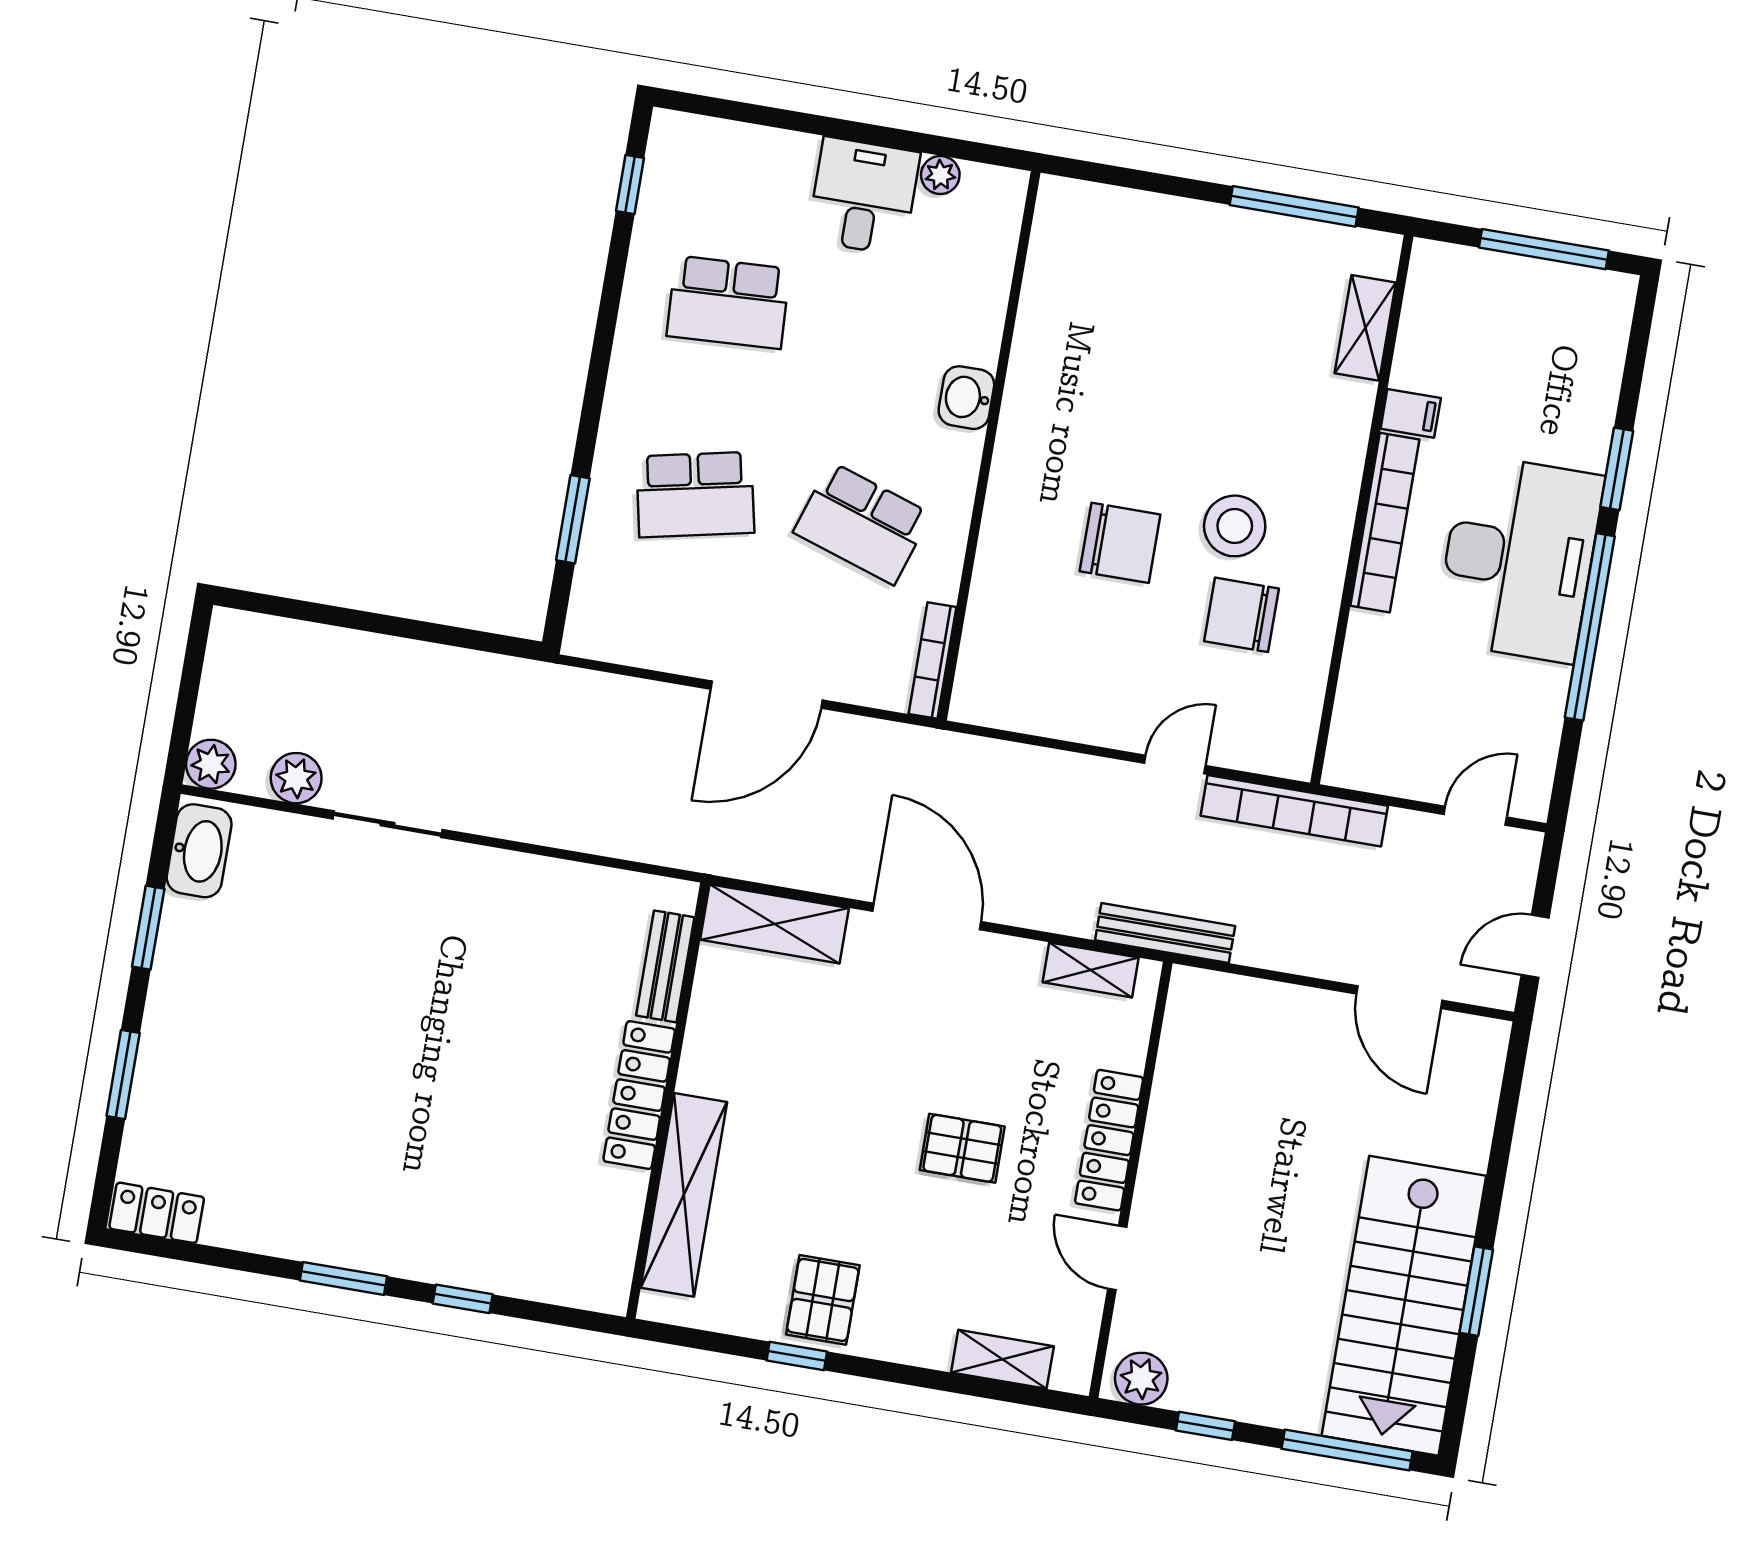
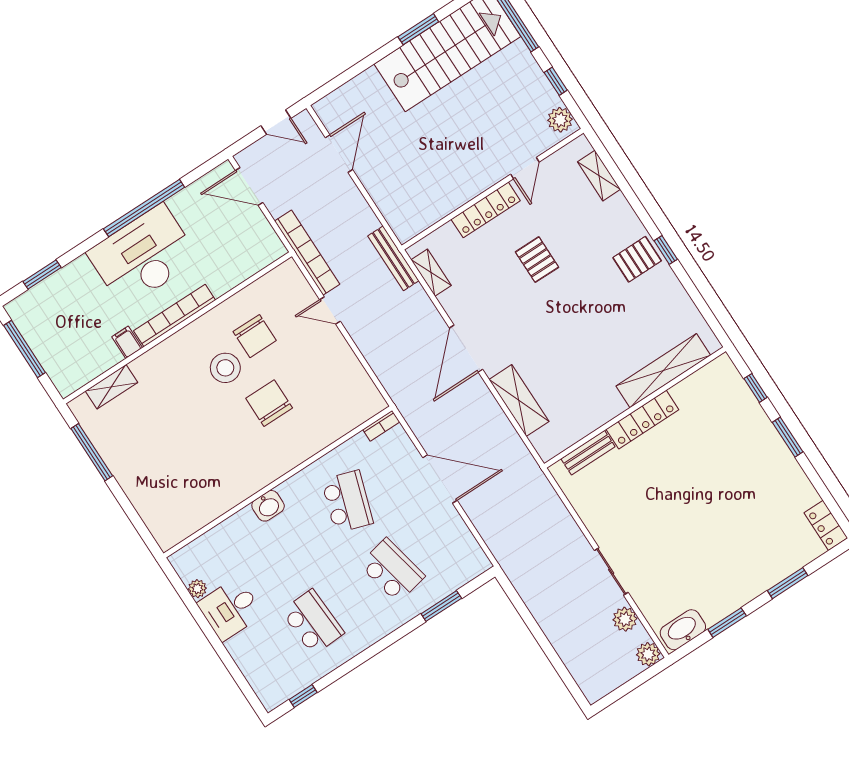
window: (1617, 469) -> (42, 275), moved
bookcase: (932, 660) -> (381, 426), width x0.64
door: (1475, 816) -> (249, 186), width x1.38
bench: (665, 966) -> (588, 453), moved
locker: (639, 1095) -> (642, 420), moved
wall: (668, 1101) -> (635, 408), moved
shelving: (684, 1195) -> (663, 371), moved

